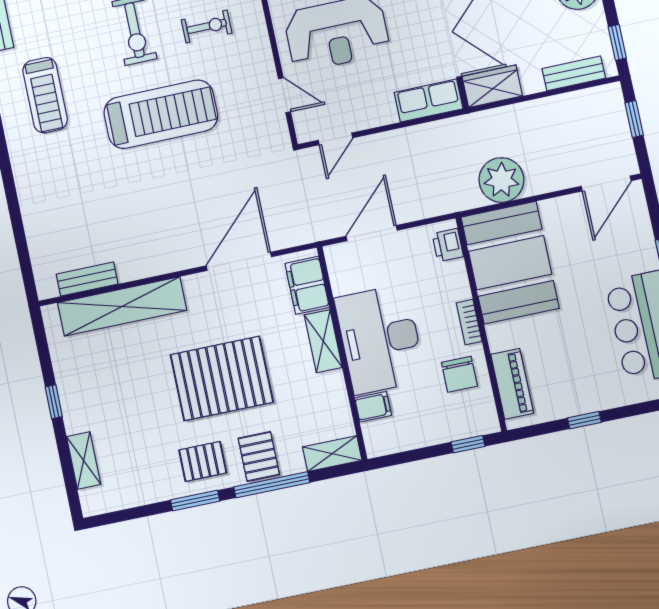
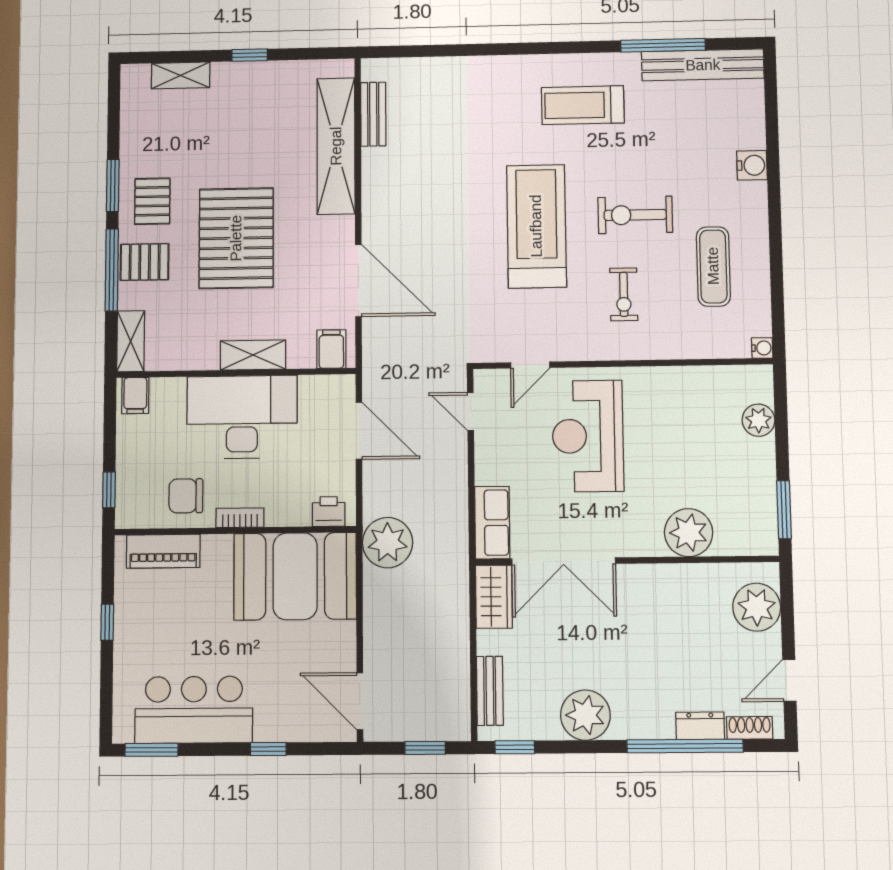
treadmill: (161, 114) -> (536, 226), turned 180
plant: (501, 180) -> (388, 543), moved
filing cabinet: (307, 285) -> (331, 349), width x0.50
filing cabinet: (373, 407) -> (135, 396), moved

